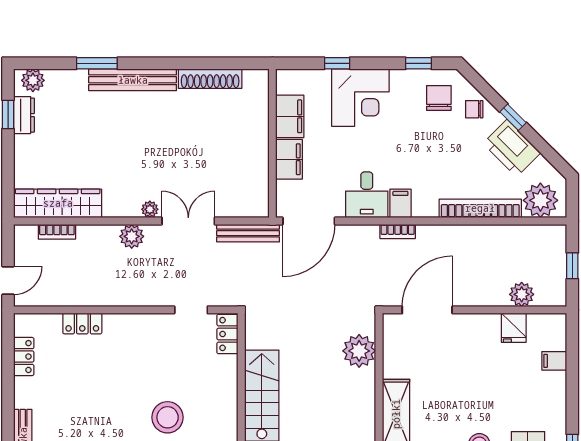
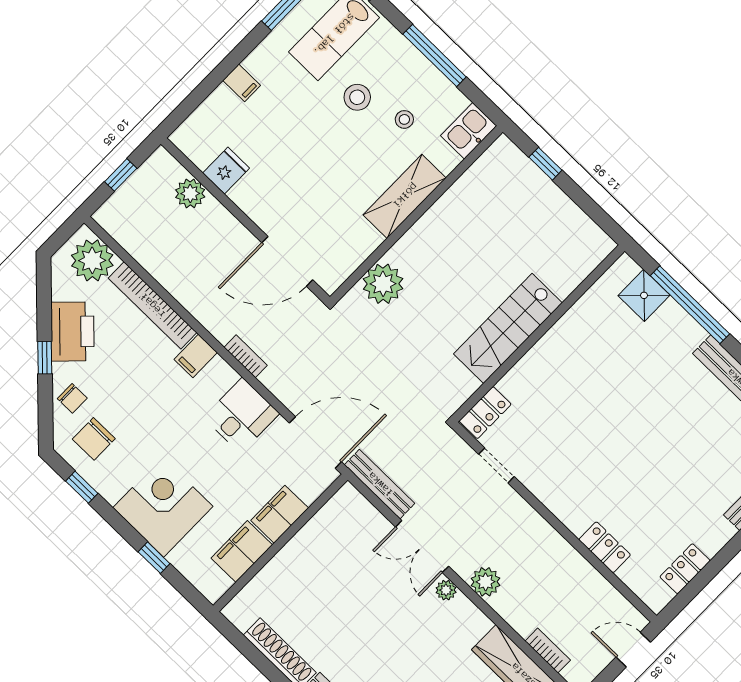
filing cabinet: (400, 203) -> (196, 356), moved
filing cabinet: (554, 361) -> (242, 83), moved
stool: (168, 417) -> (610, 391), removed

